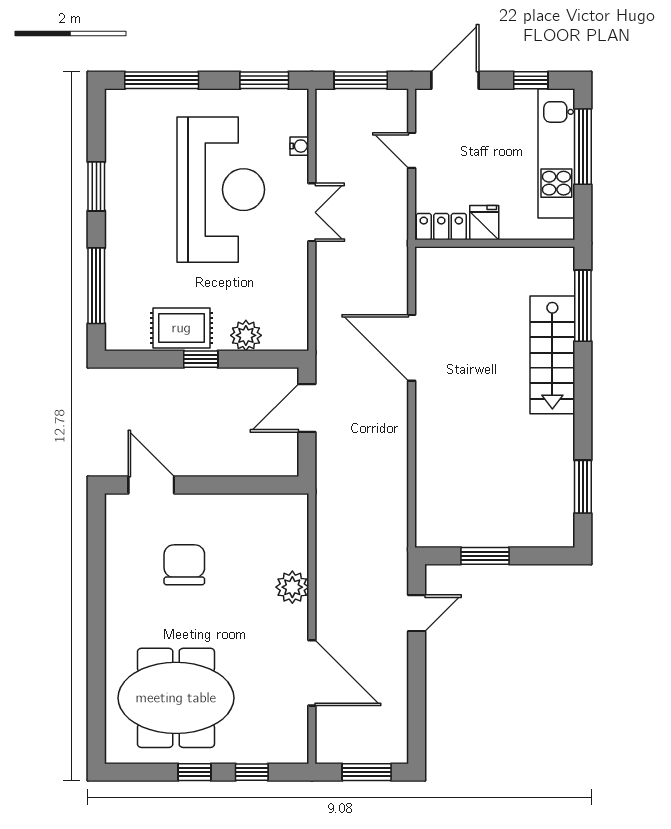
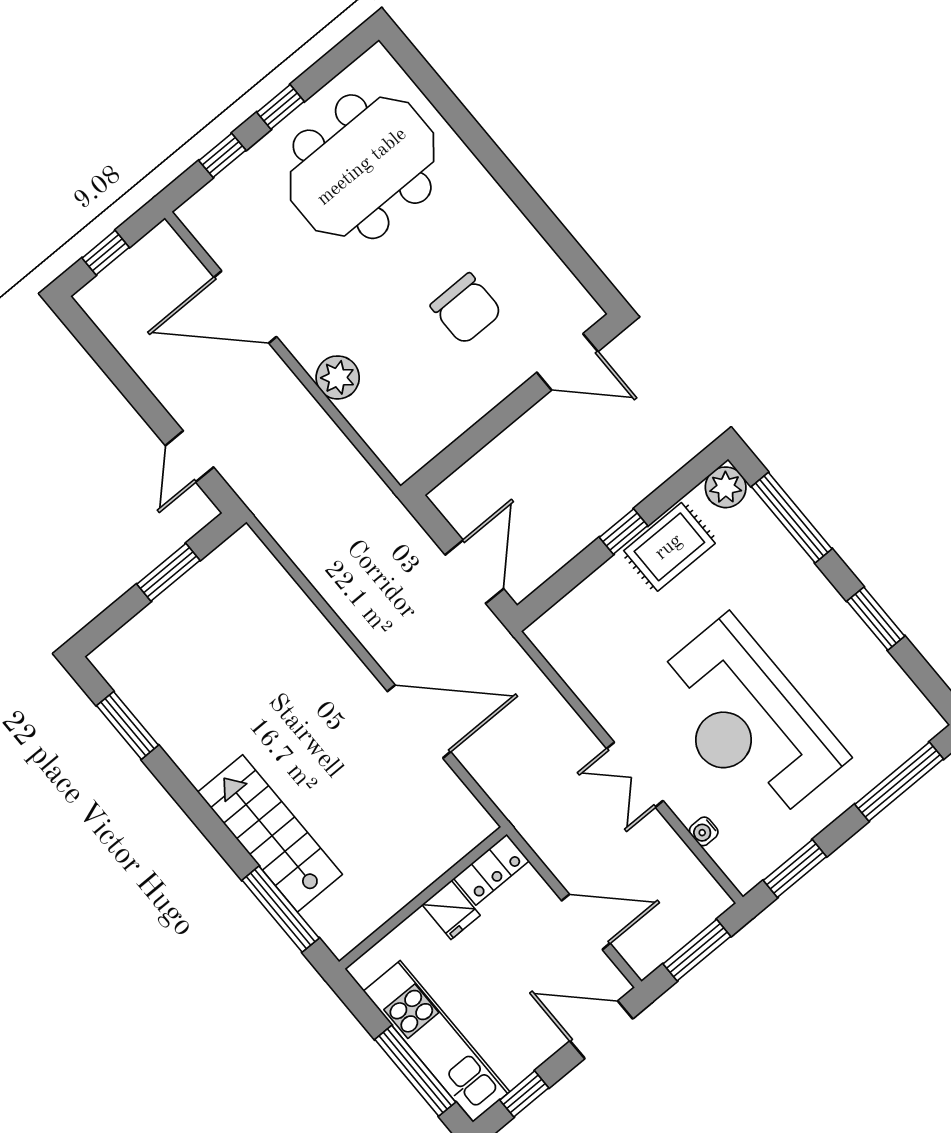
door: (455, 80) -> (601, 1030), swing flipped
door: (412, 150) -> (586, 922), width x1.38
plant: (246, 335) -> (726, 487), moved
window: (367, 772) -> (106, 253), width x0.67

